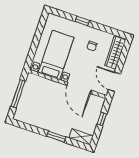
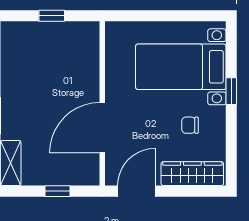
bed with nightstands: (56, 55) -> (181, 67), moved, turned 180
window: (18, 94) -> (52, 16), width x0.46

